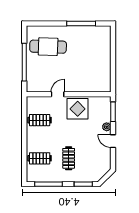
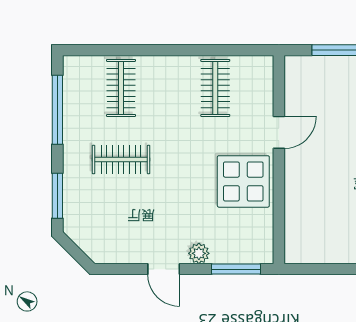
door: (58, 94) -> (279, 132), hinge flipped
door: (113, 141) -> (164, 269), swing flipped

